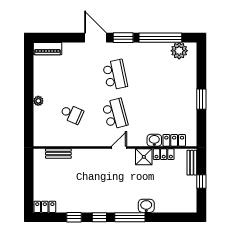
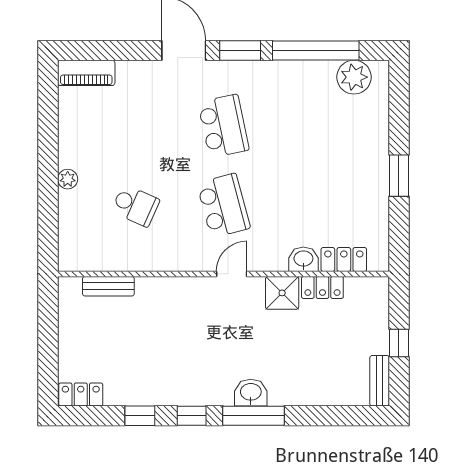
bench: (192, 163) -> (380, 381), moved
washbasin: (146, 206) -> (251, 393), moved

